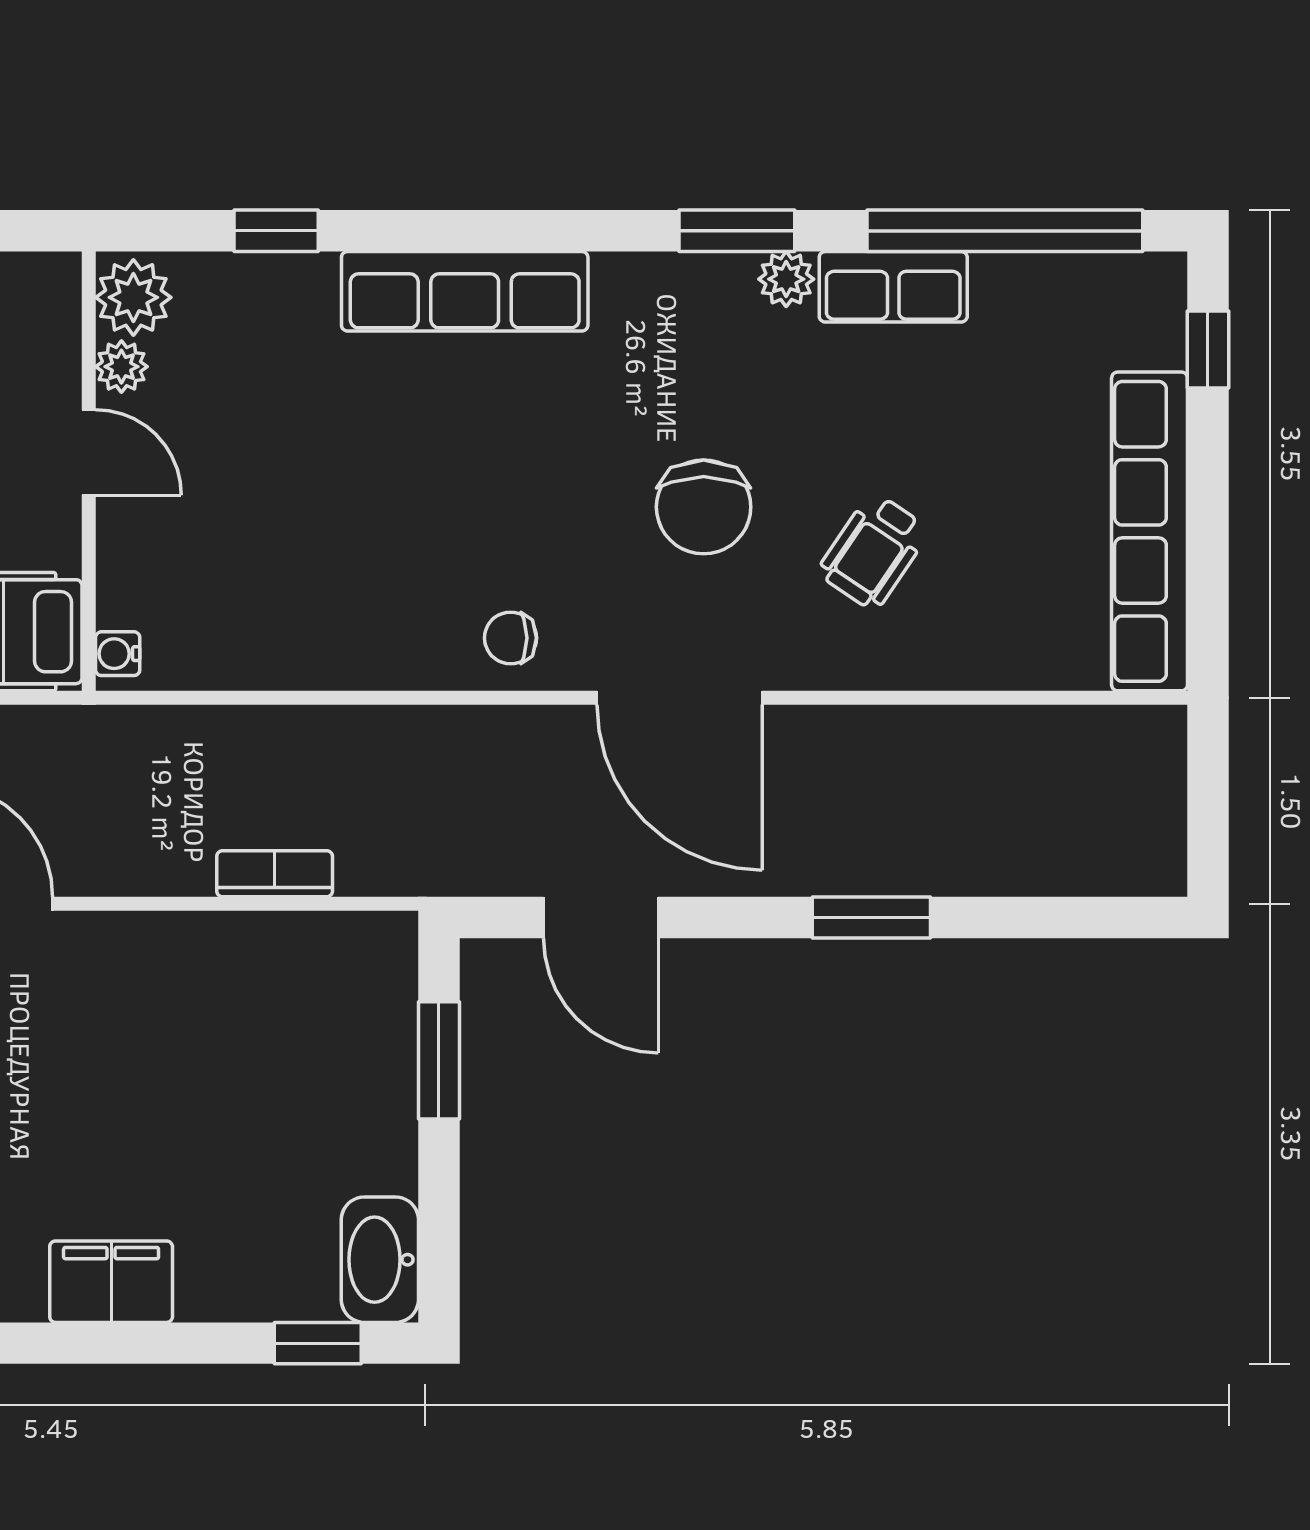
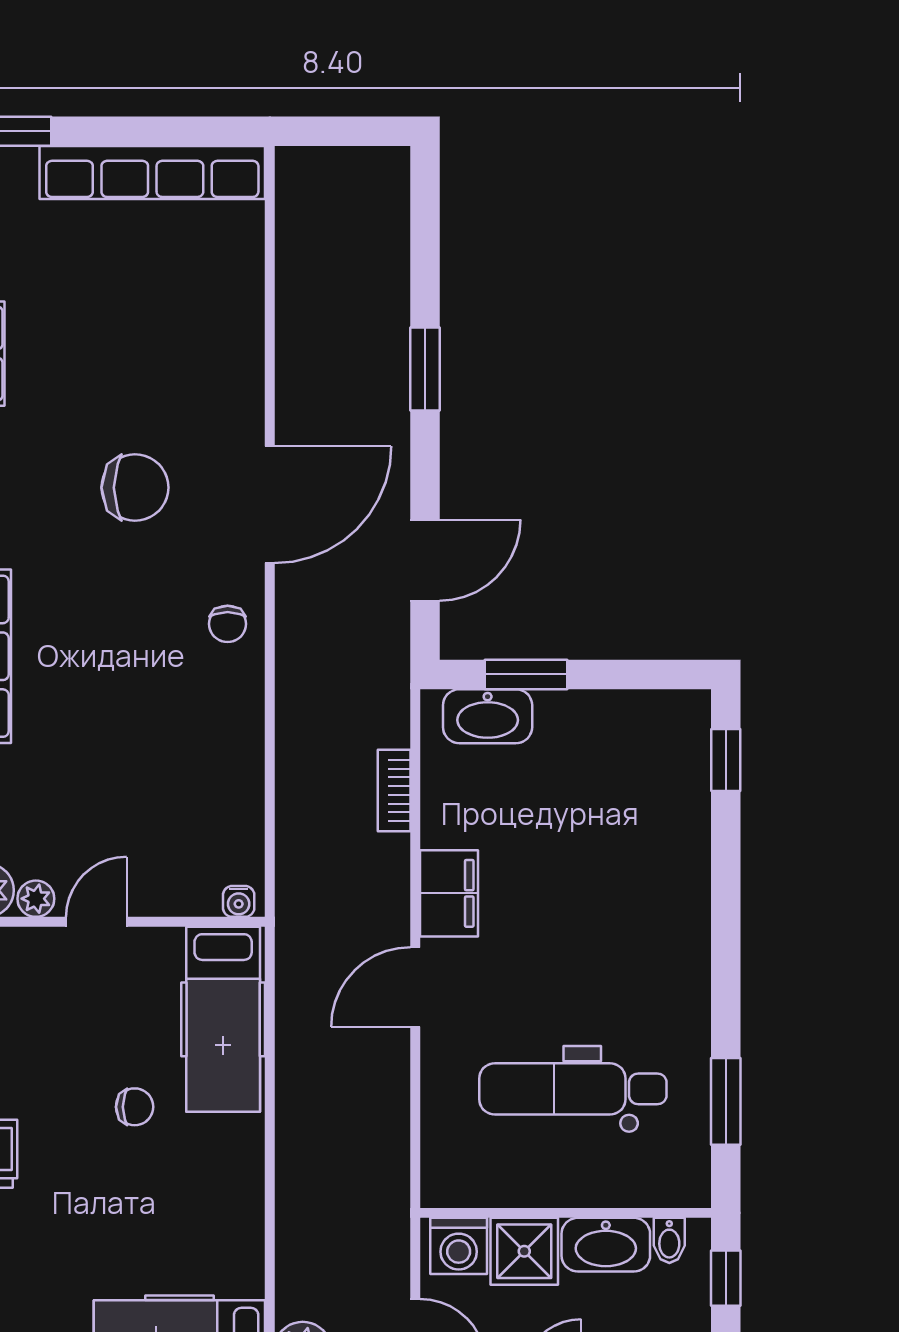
wheelchair: (873, 551) -> (166, 368), removed
washbasin: (380, 1260) -> (488, 716), moved
filing cabinet: (111, 1282) -> (449, 893), moved, turned 180

